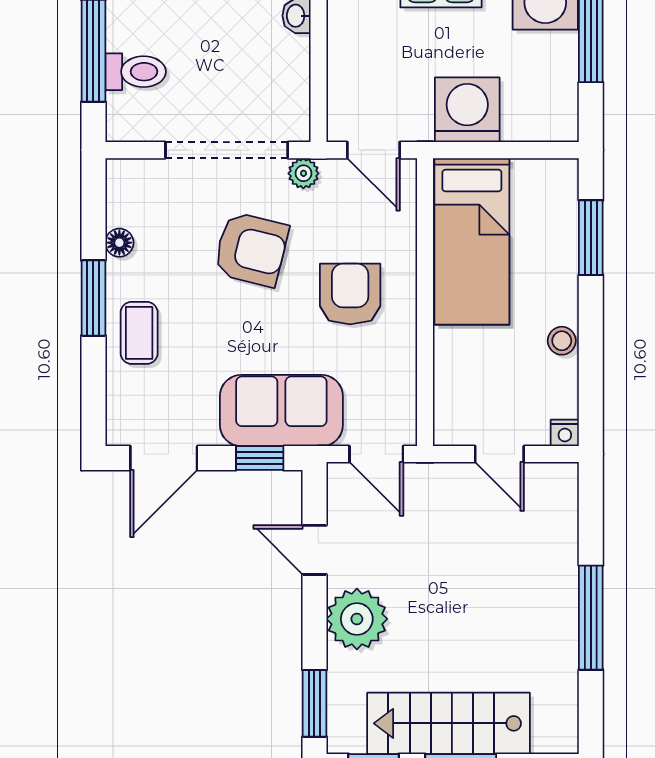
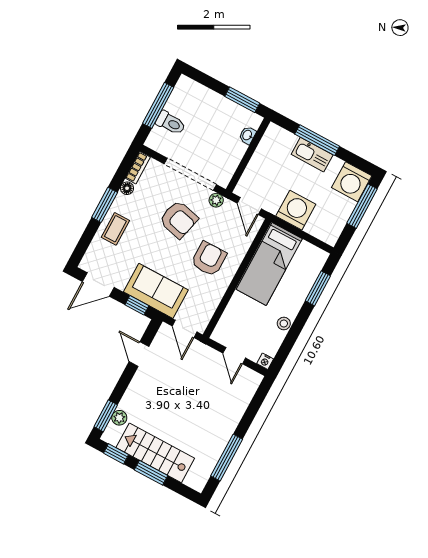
bookcase: (119, 192) -> (138, 168), added
window: (591, 618) -> (227, 458), moved
plant: (357, 619) -> (119, 418), moved, width x0.53, depth x0.53

